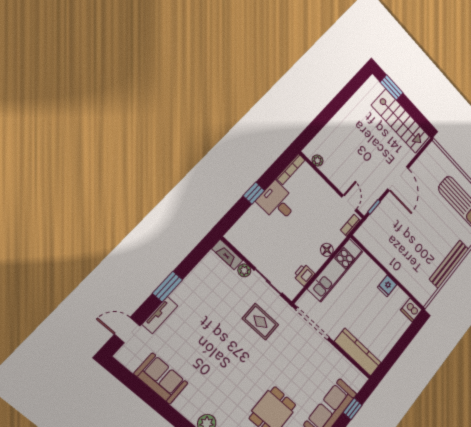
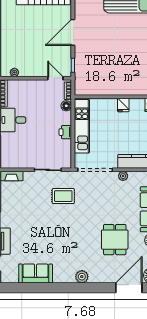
door: (398, 179) -> (73, 32), swing flipped
floor lamp: (327, 250) -> (66, 106), moved
plant: (244, 270) -> (123, 176), moved
printer: (304, 275) -> (65, 132), moved

